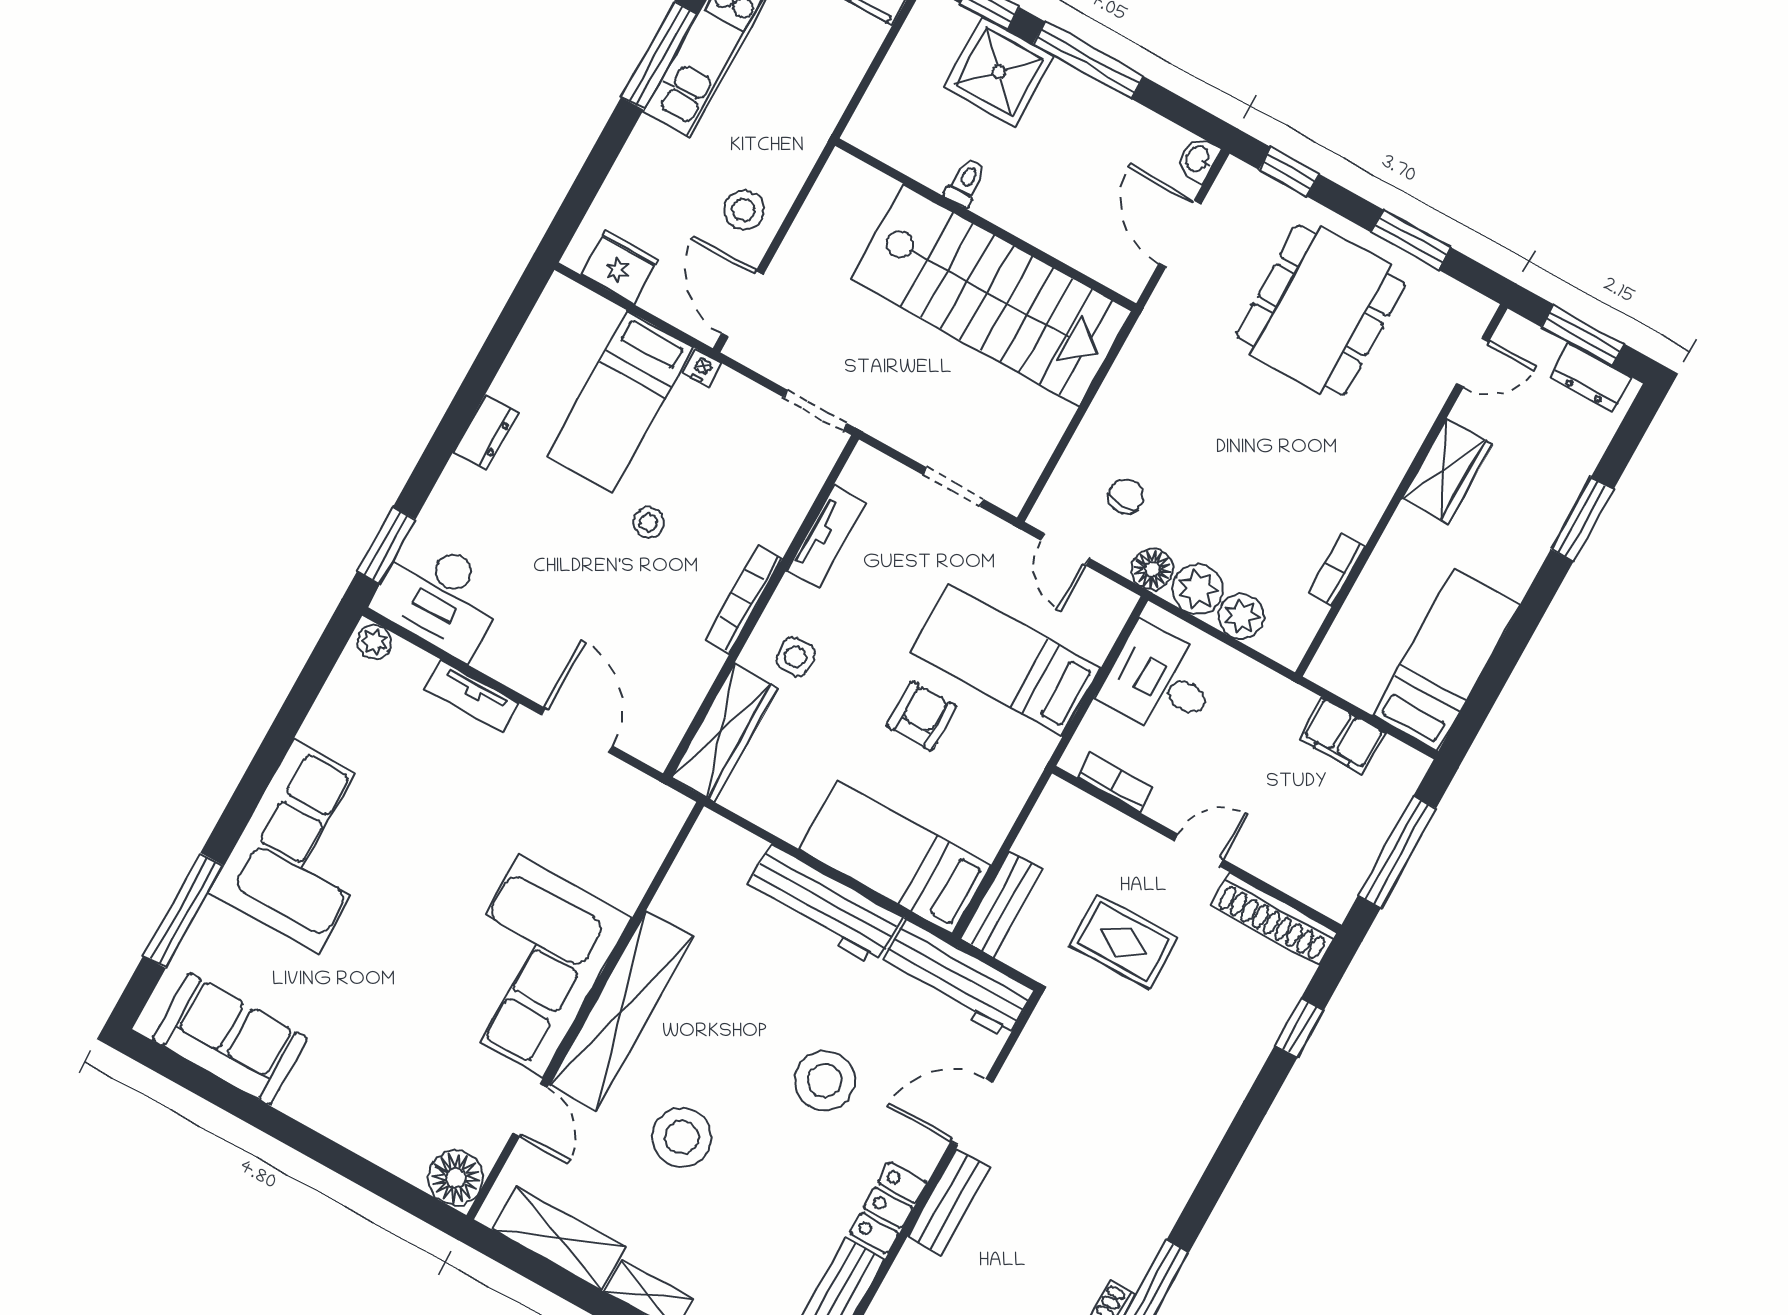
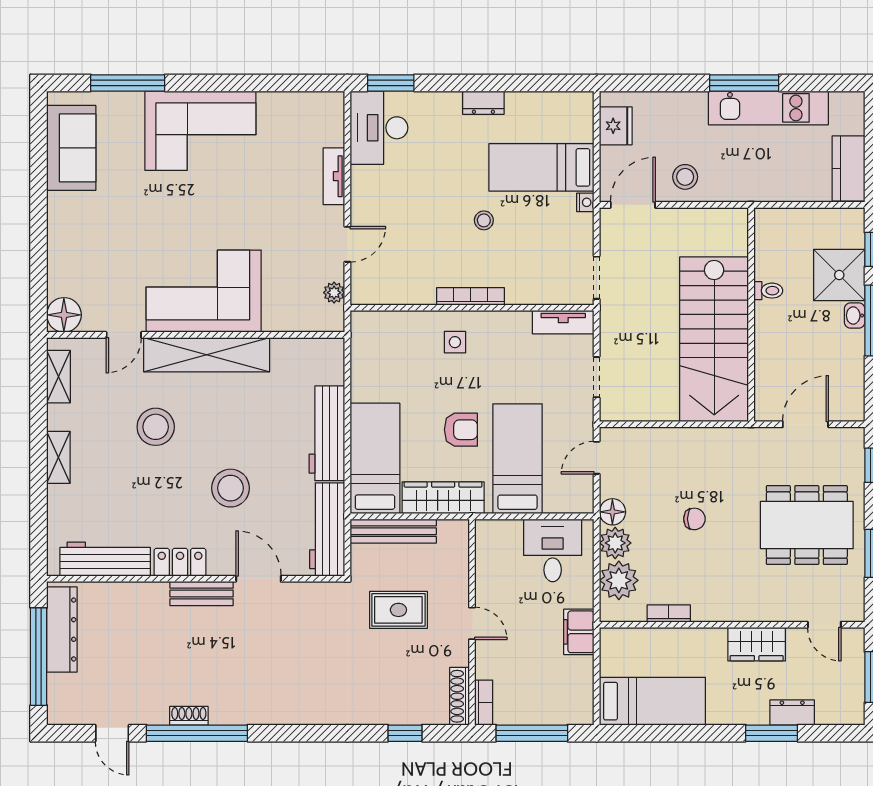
washbasin: (1198, 159) -> (855, 315), moved, turned -90
dresser: (1591, 378) -> (792, 712), moved, turned 90
chair: (1126, 496) -> (694, 519), moved
tv unit: (826, 537) -> (563, 322), moved
plant: (1241, 616) -> (619, 580), width x1.36, depth x1.36
plant: (374, 642) -> (334, 293), moved
door: (577, 730) -> (347, 244), width x0.73
wardrobe: (724, 733) -> (443, 498), moved, turned 180
filing cabinet: (1342, 736) -> (579, 632), moved
bookcase: (1115, 782) -> (484, 703), moved
bench: (1001, 904) -> (393, 531), width x1.36
shoe rack: (1274, 919) -> (460, 696), width x0.74, depth x0.81
rug: (1123, 942) -> (398, 610), turned 90
shelving: (558, 1238) -> (58, 377), width x0.67, depth x0.75

